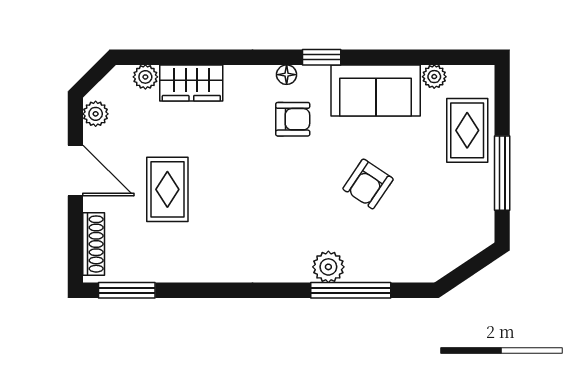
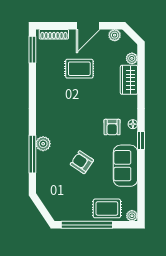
plant: (434, 77) -> (132, 216), moved
window: (502, 173) -> (87, 225), width x1.46

